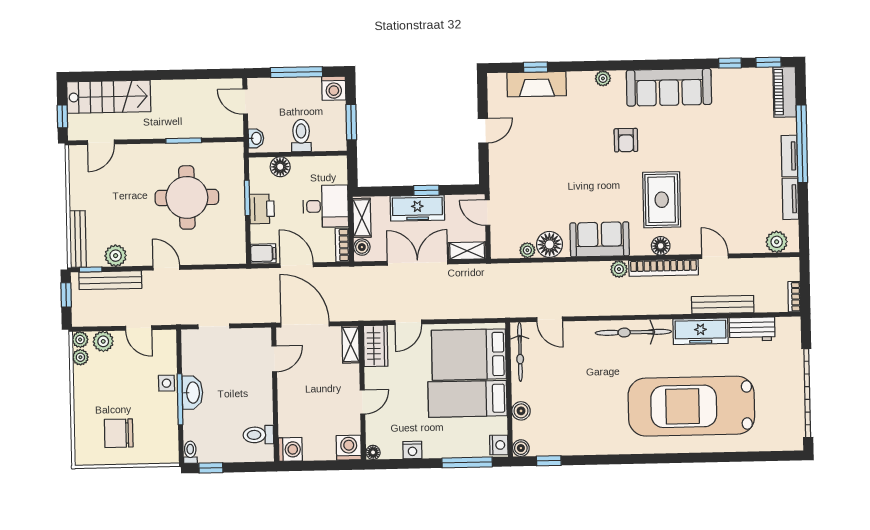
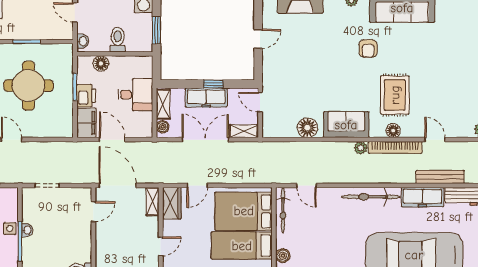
bookcase: (342, 245) -> (148, 125), removed
plant: (527, 250) -> (290, 132), removed
filing cabinet: (263, 253) -> (87, 123), width x2.00
washbasin: (192, 393) -> (27, 230), width x0.52, depth x0.69

